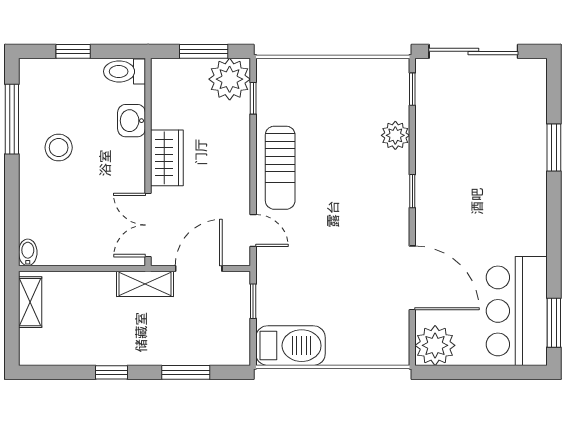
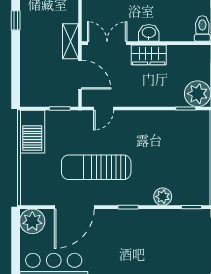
washbasin: (132, 121) -> (149, 33), moved
sun lounger: (280, 168) -> (96, 167), moved, width x1.36, depth x1.34
window: (186, 372) -> (16, 67), removed

